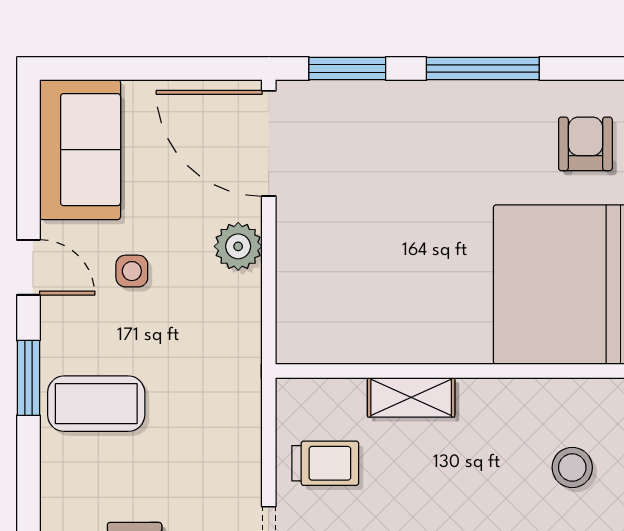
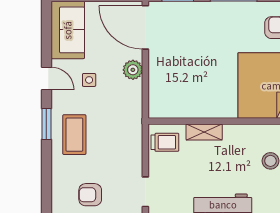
coffee table: (96, 404) -> (74, 135), turned 90
trolley: (325, 463) -> (165, 142), moved

